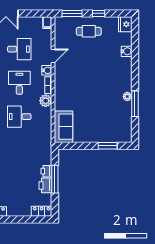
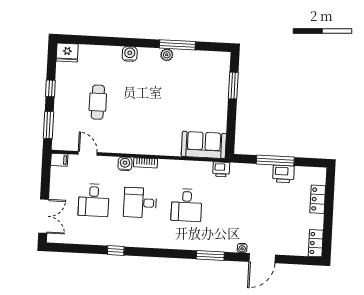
cafe table: (89, 31) -> (98, 102), moved
desk: (19, 49) -> (94, 200), turned 180
water cooler: (127, 51) -> (130, 54), moved
door: (53, 56) -> (88, 153), moved
plant: (46, 101) -> (167, 168), removed
printer: (46, 171) -> (221, 169), moved
locker: (42, 211) -> (318, 199), moved

